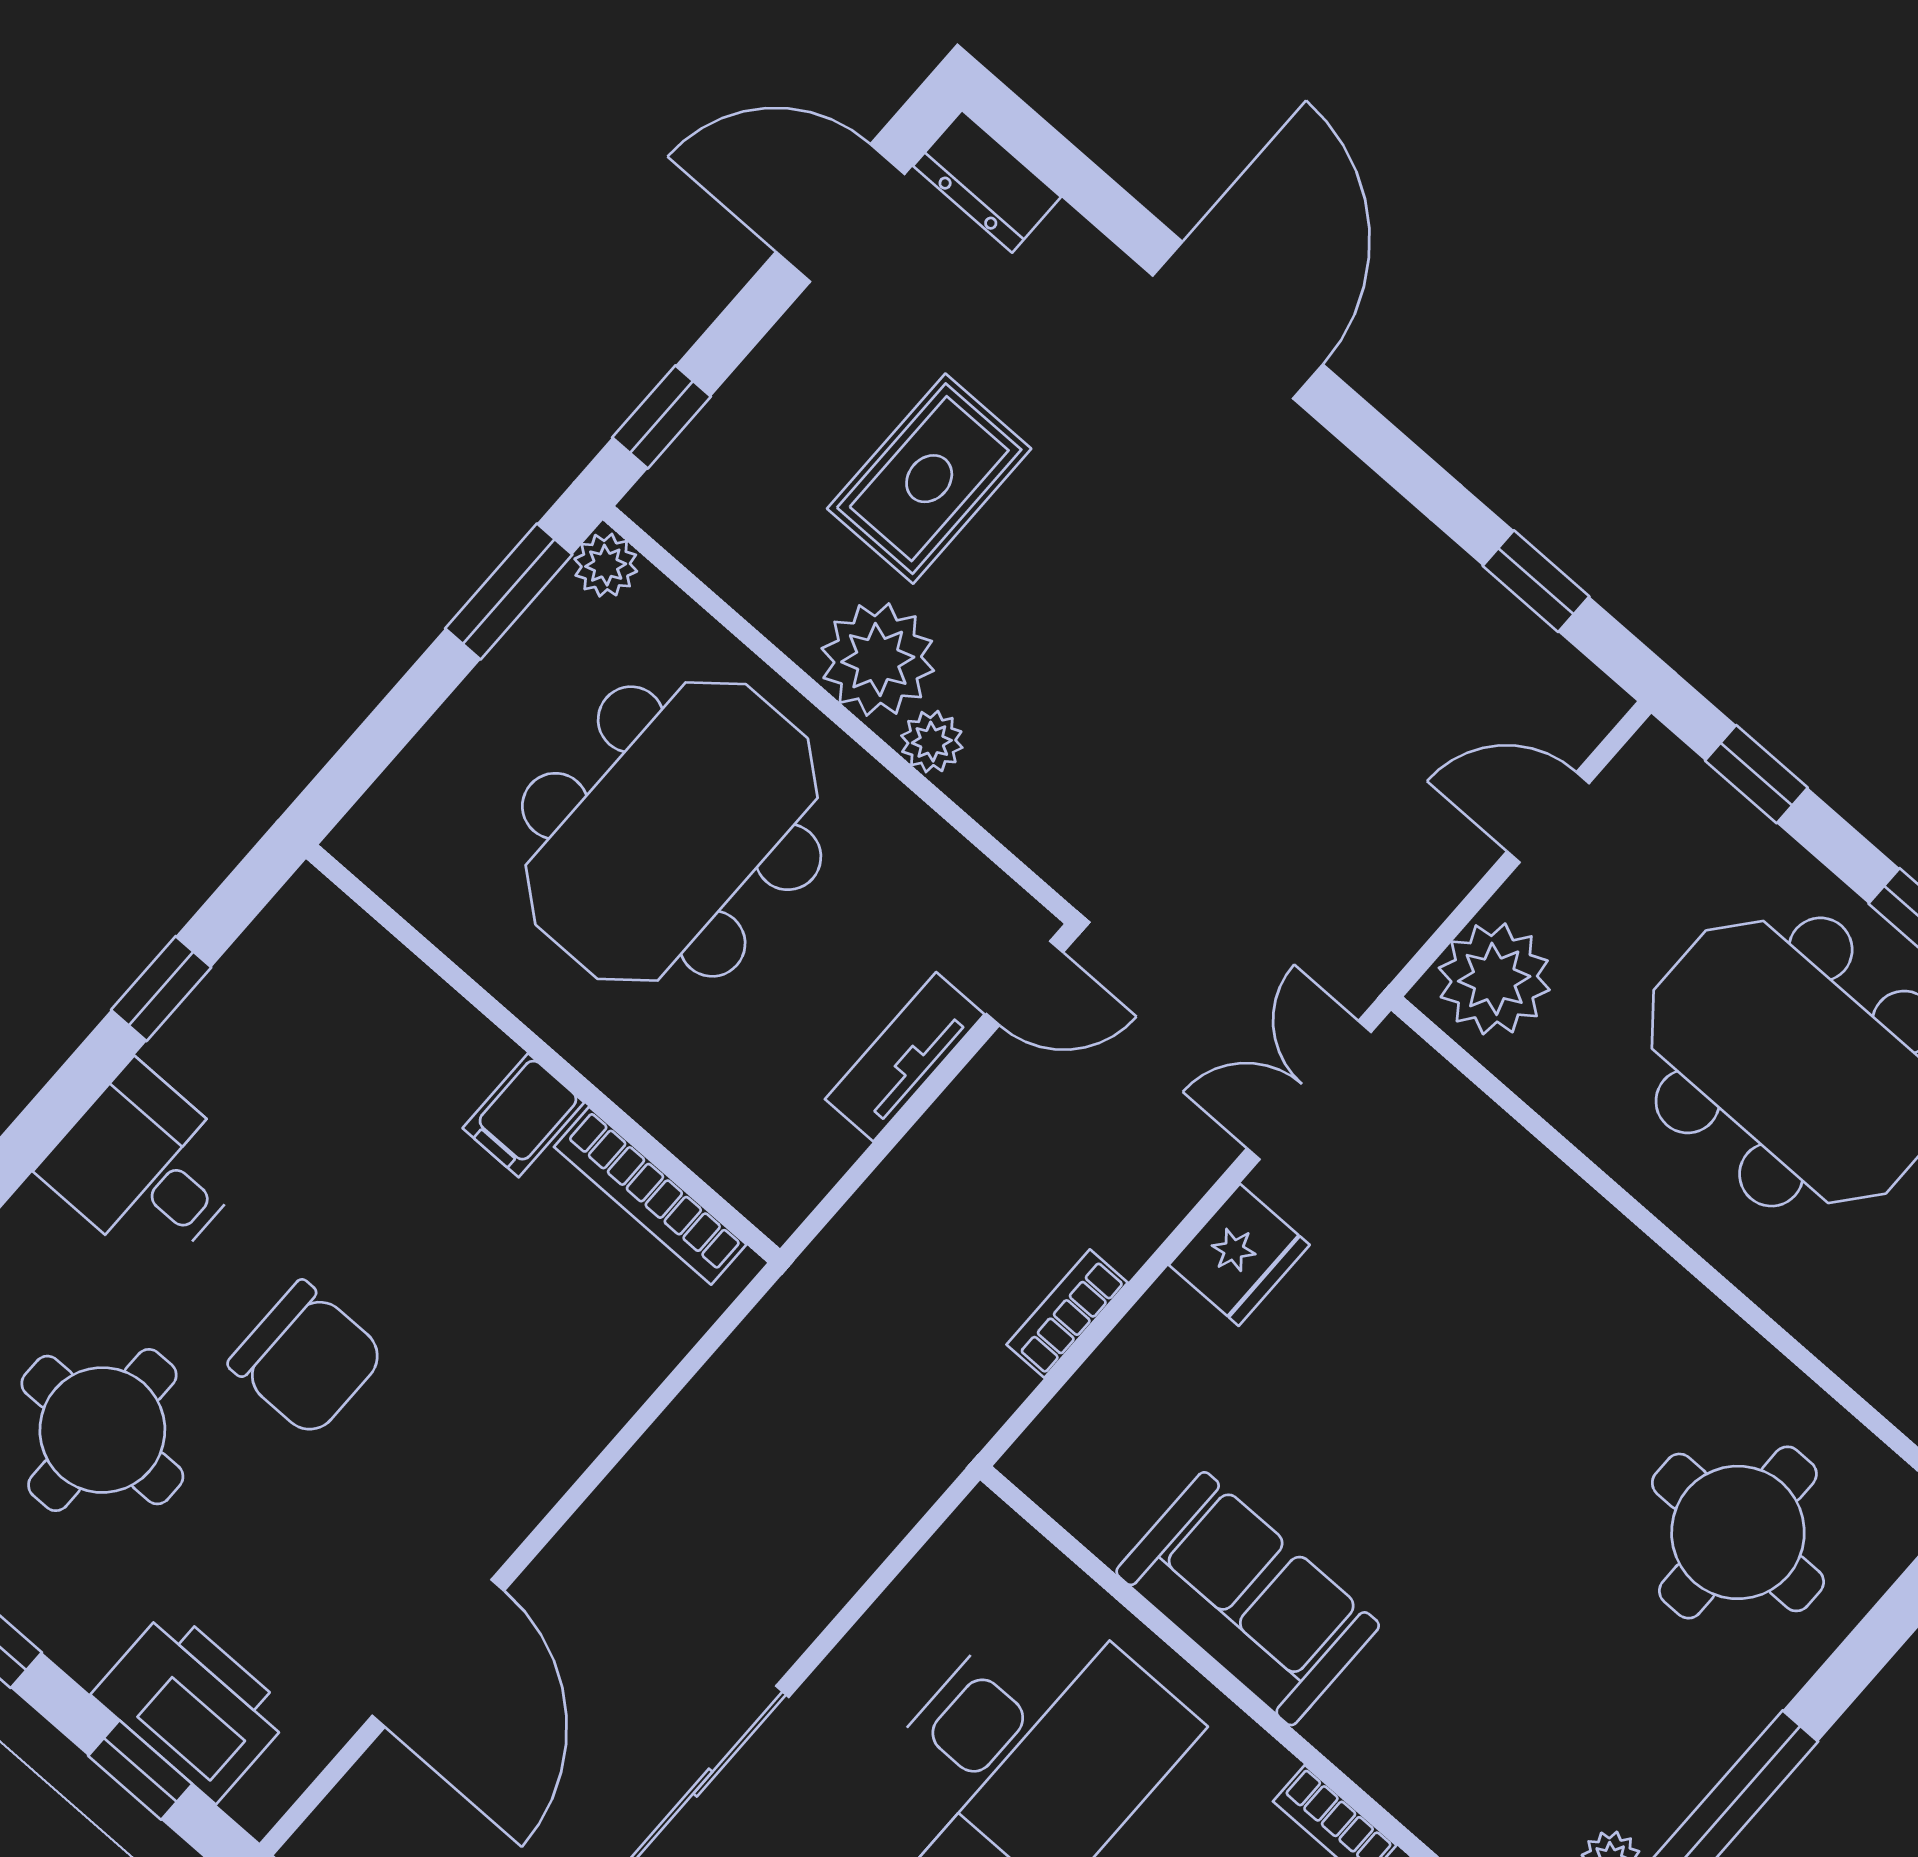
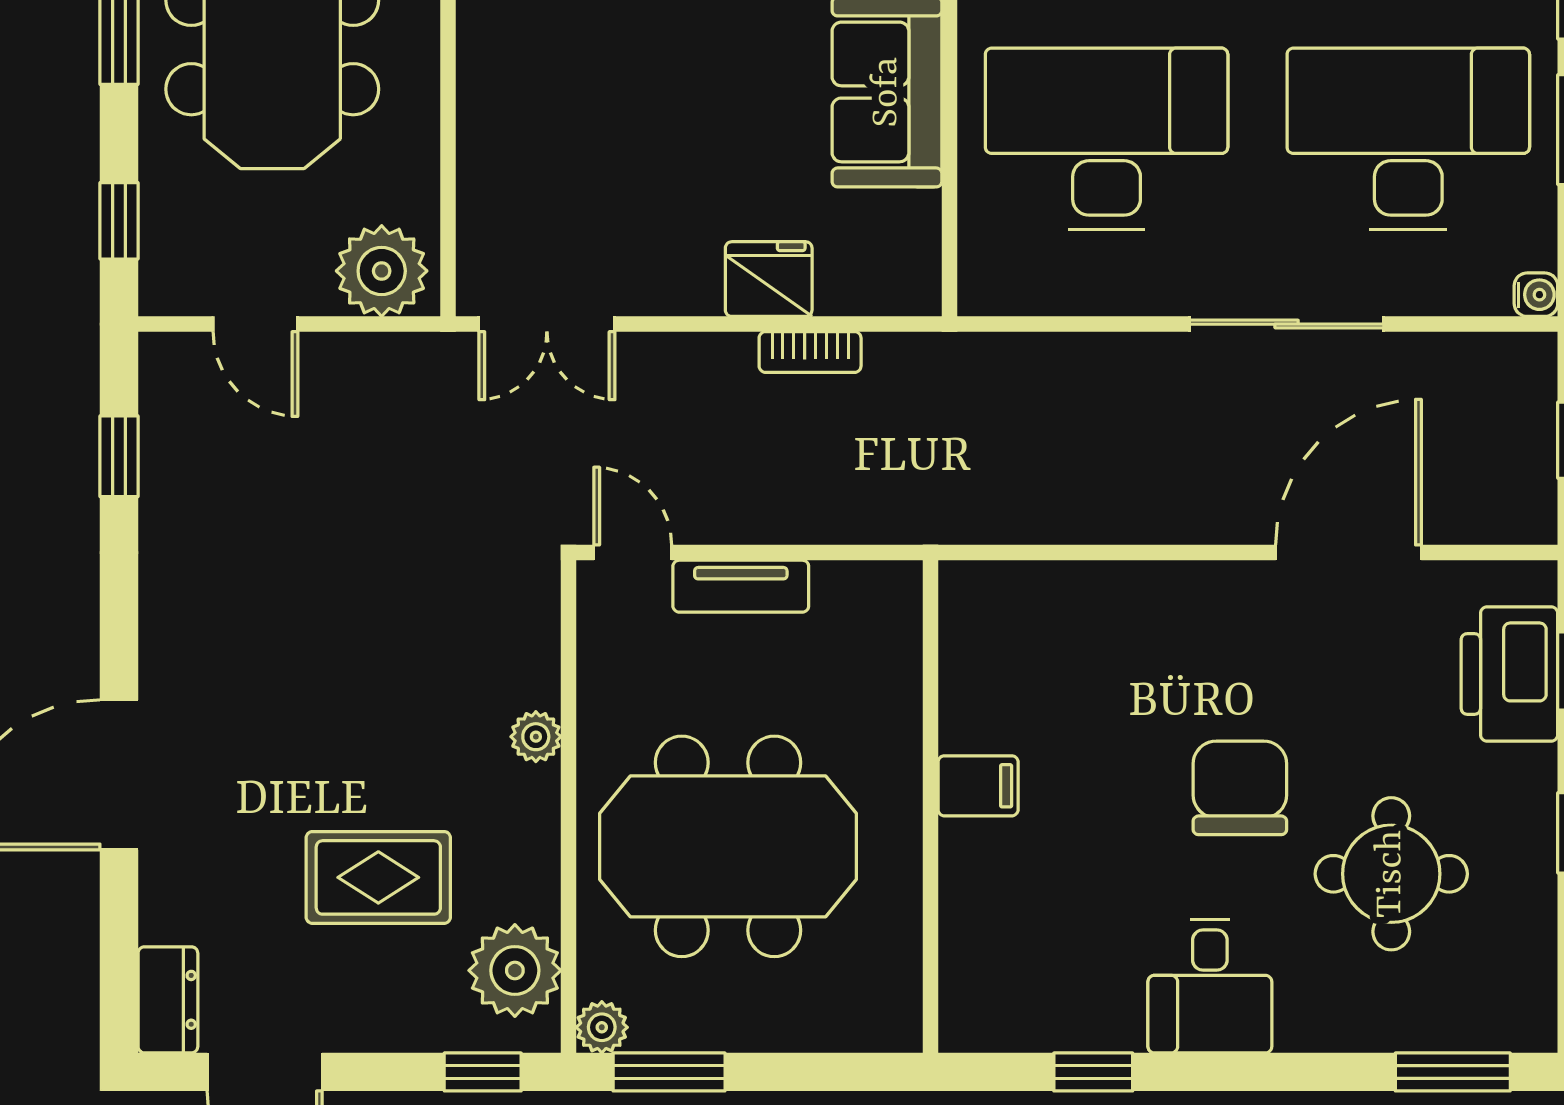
plant: (878, 659) -> (515, 970), moved
bookcase: (650, 1196) -> (960, 667), removed
fridge: (1239, 1255) -> (769, 279), moved

